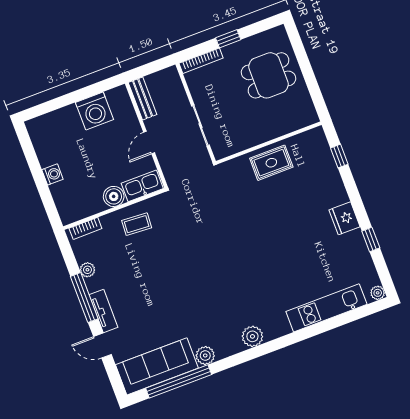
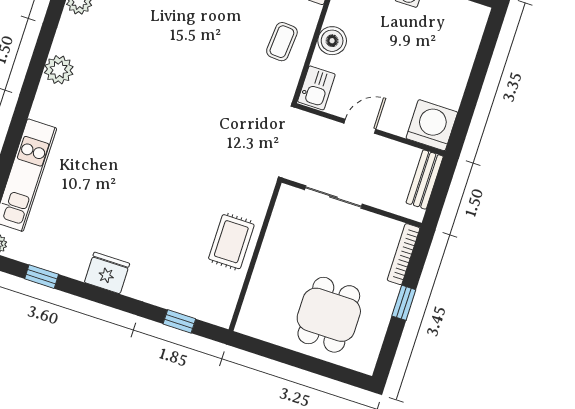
bench: (143, 98) -> (425, 180), moved, turned 90
washing machine: (94, 111) -> (432, 125), moved, turned 90
door: (149, 143) -> (360, 126), hinge flipped
kitchen sink: (142, 186) -> (316, 88), width x0.73
window: (371, 240) -> (42, 277), moved

